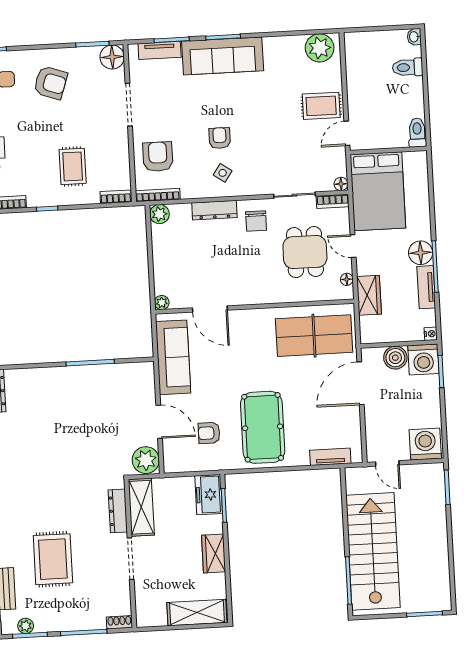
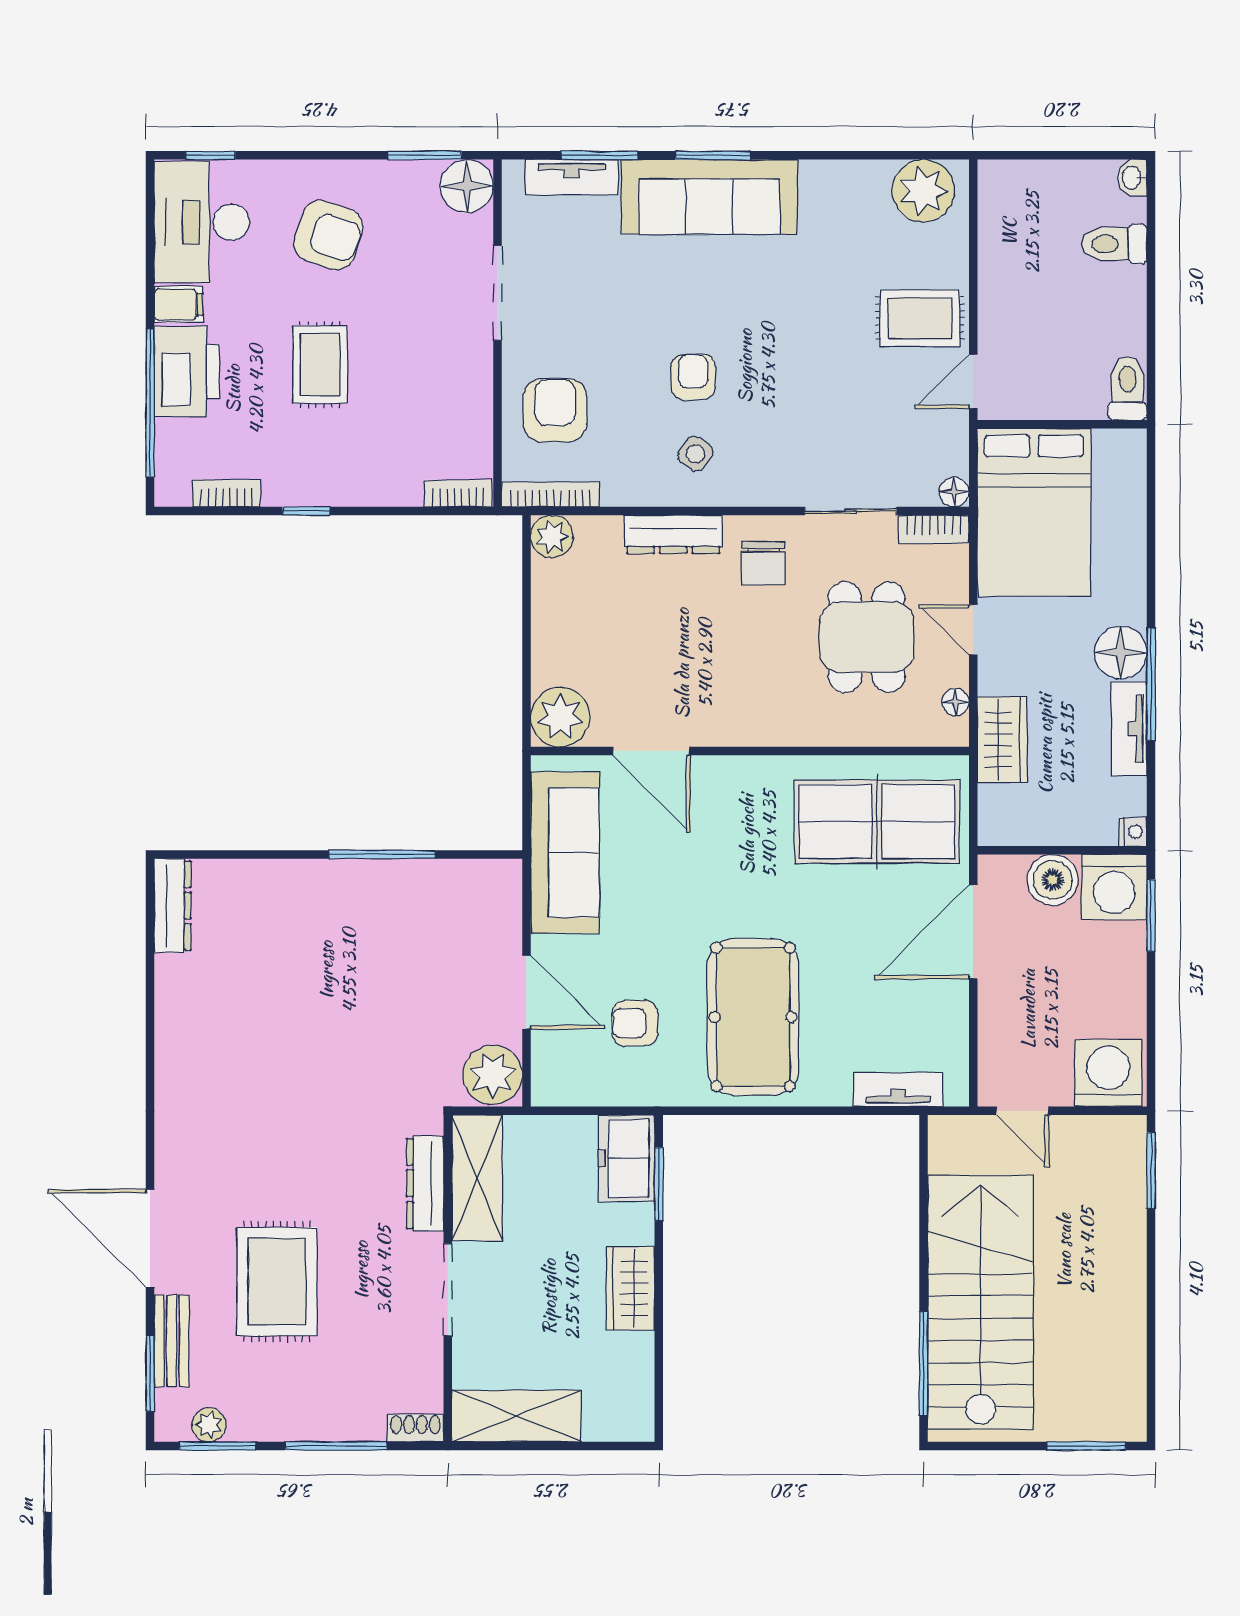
rug: (73, 166) -> (320, 365), moved
plant: (162, 303) -> (560, 717), width x1.88, depth x1.88
shelving: (197, 613) -> (517, 1416), moved

